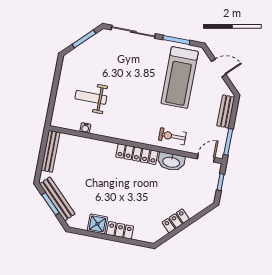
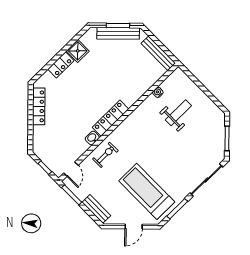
washbasin: (171, 162) -> (92, 138), width x0.52, depth x0.69
locker: (176, 221) -> (39, 106), width x1.53

